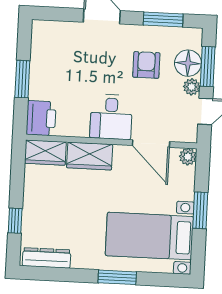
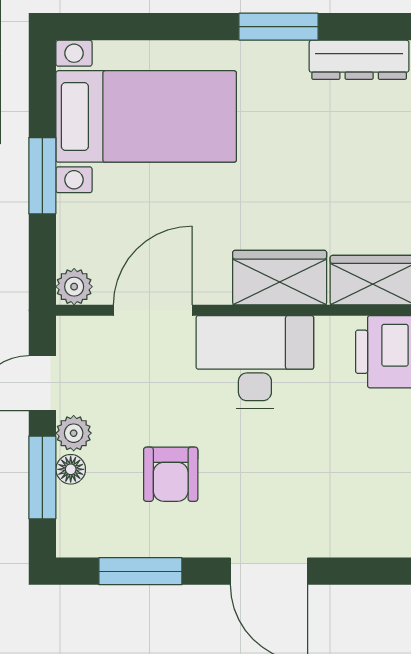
floor lamp: (188, 63) -> (71, 469), width x0.53, depth x0.53
desk: (111, 117) -> (255, 362), width x1.37
door: (151, 144) -> (153, 310), hinge flipped
window: (117, 277) -> (278, 27), moved

